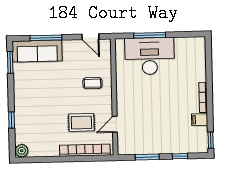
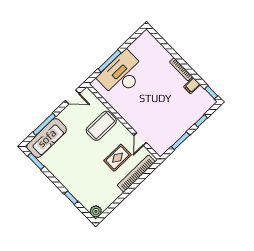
coffee table: (92, 83) -> (101, 126), width x1.86, depth x1.72

